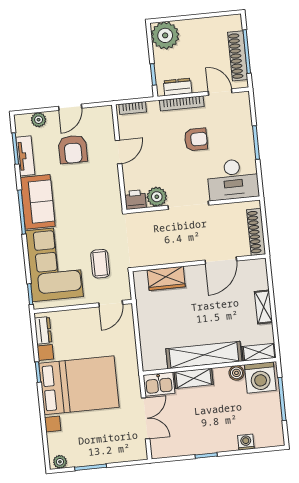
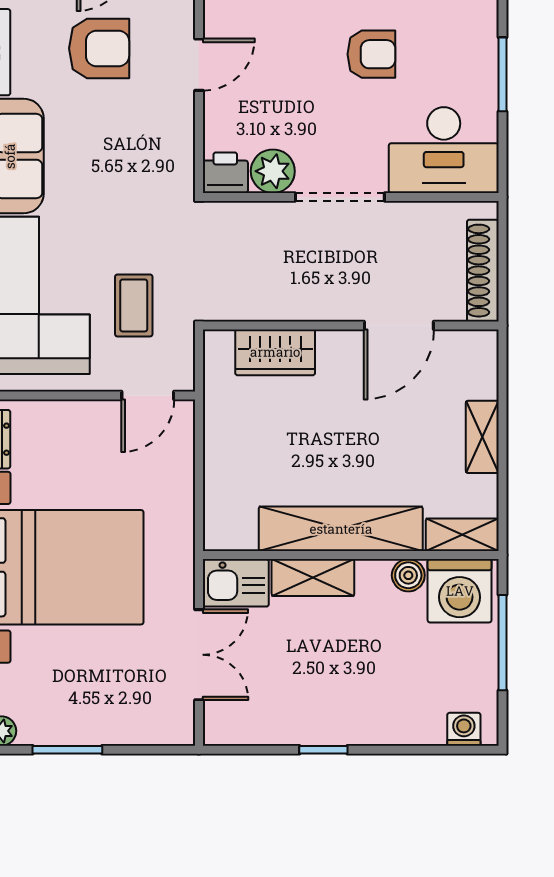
armchair: (73, 149) -> (99, 48), turned -90
washing machine: (246, 442) -> (464, 729), moved

